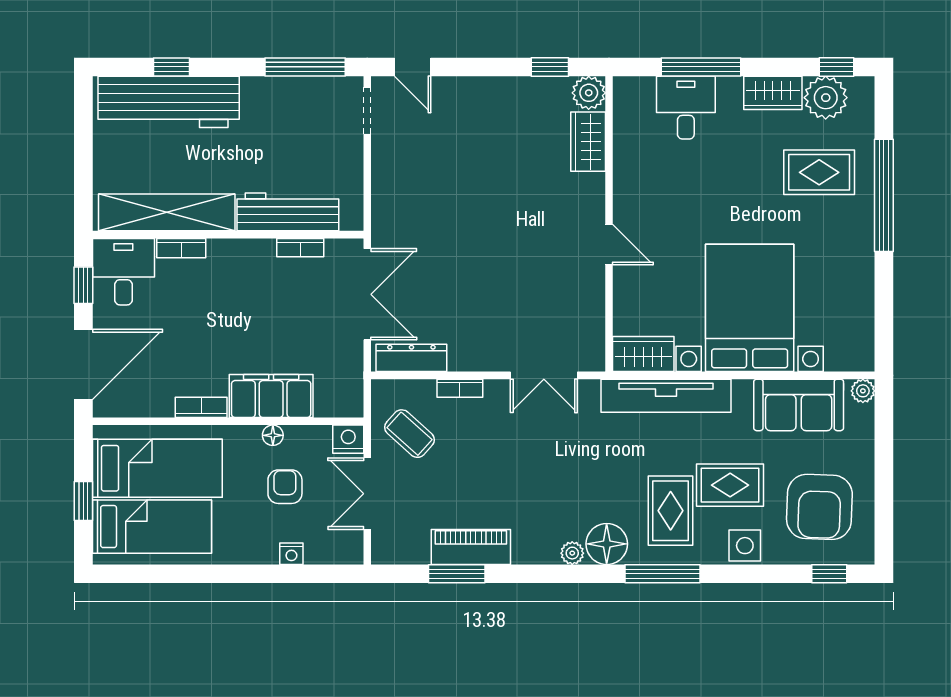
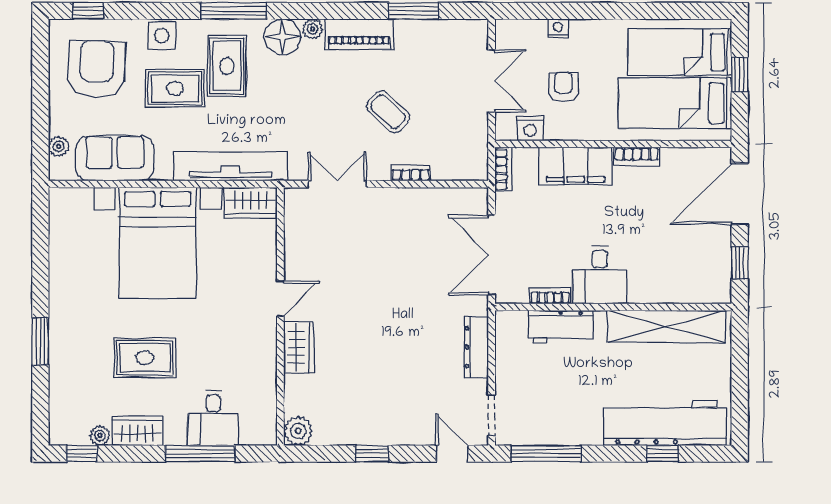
window: (550, 67) -> (372, 454), moved
plant: (826, 98) -> (100, 436), width x0.53, depth x0.53
wardrobe: (588, 142) -> (299, 347), moved
rug: (819, 172) -> (145, 358), moved
window: (884, 195) -> (40, 341), width x0.47
workbench: (288, 212) -> (561, 327), width x0.73
door: (609, 245) -> (280, 298), swing flipped
bookcase: (181, 248) -> (503, 169), moved, turned 90
desk: (123, 272) -> (600, 275), moved
dresser: (411, 358) -> (476, 347), moved, turned 90
plant: (863, 391) -> (59, 146), moved
coffee table: (409, 434) -> (388, 112), moved
floor lamp: (273, 435) -> (574, 132), removed
nightstand: (348, 439) -> (530, 128), moved
armchair: (285, 487) -> (563, 87), turned 180
piano: (471, 547) -> (359, 34), moved

